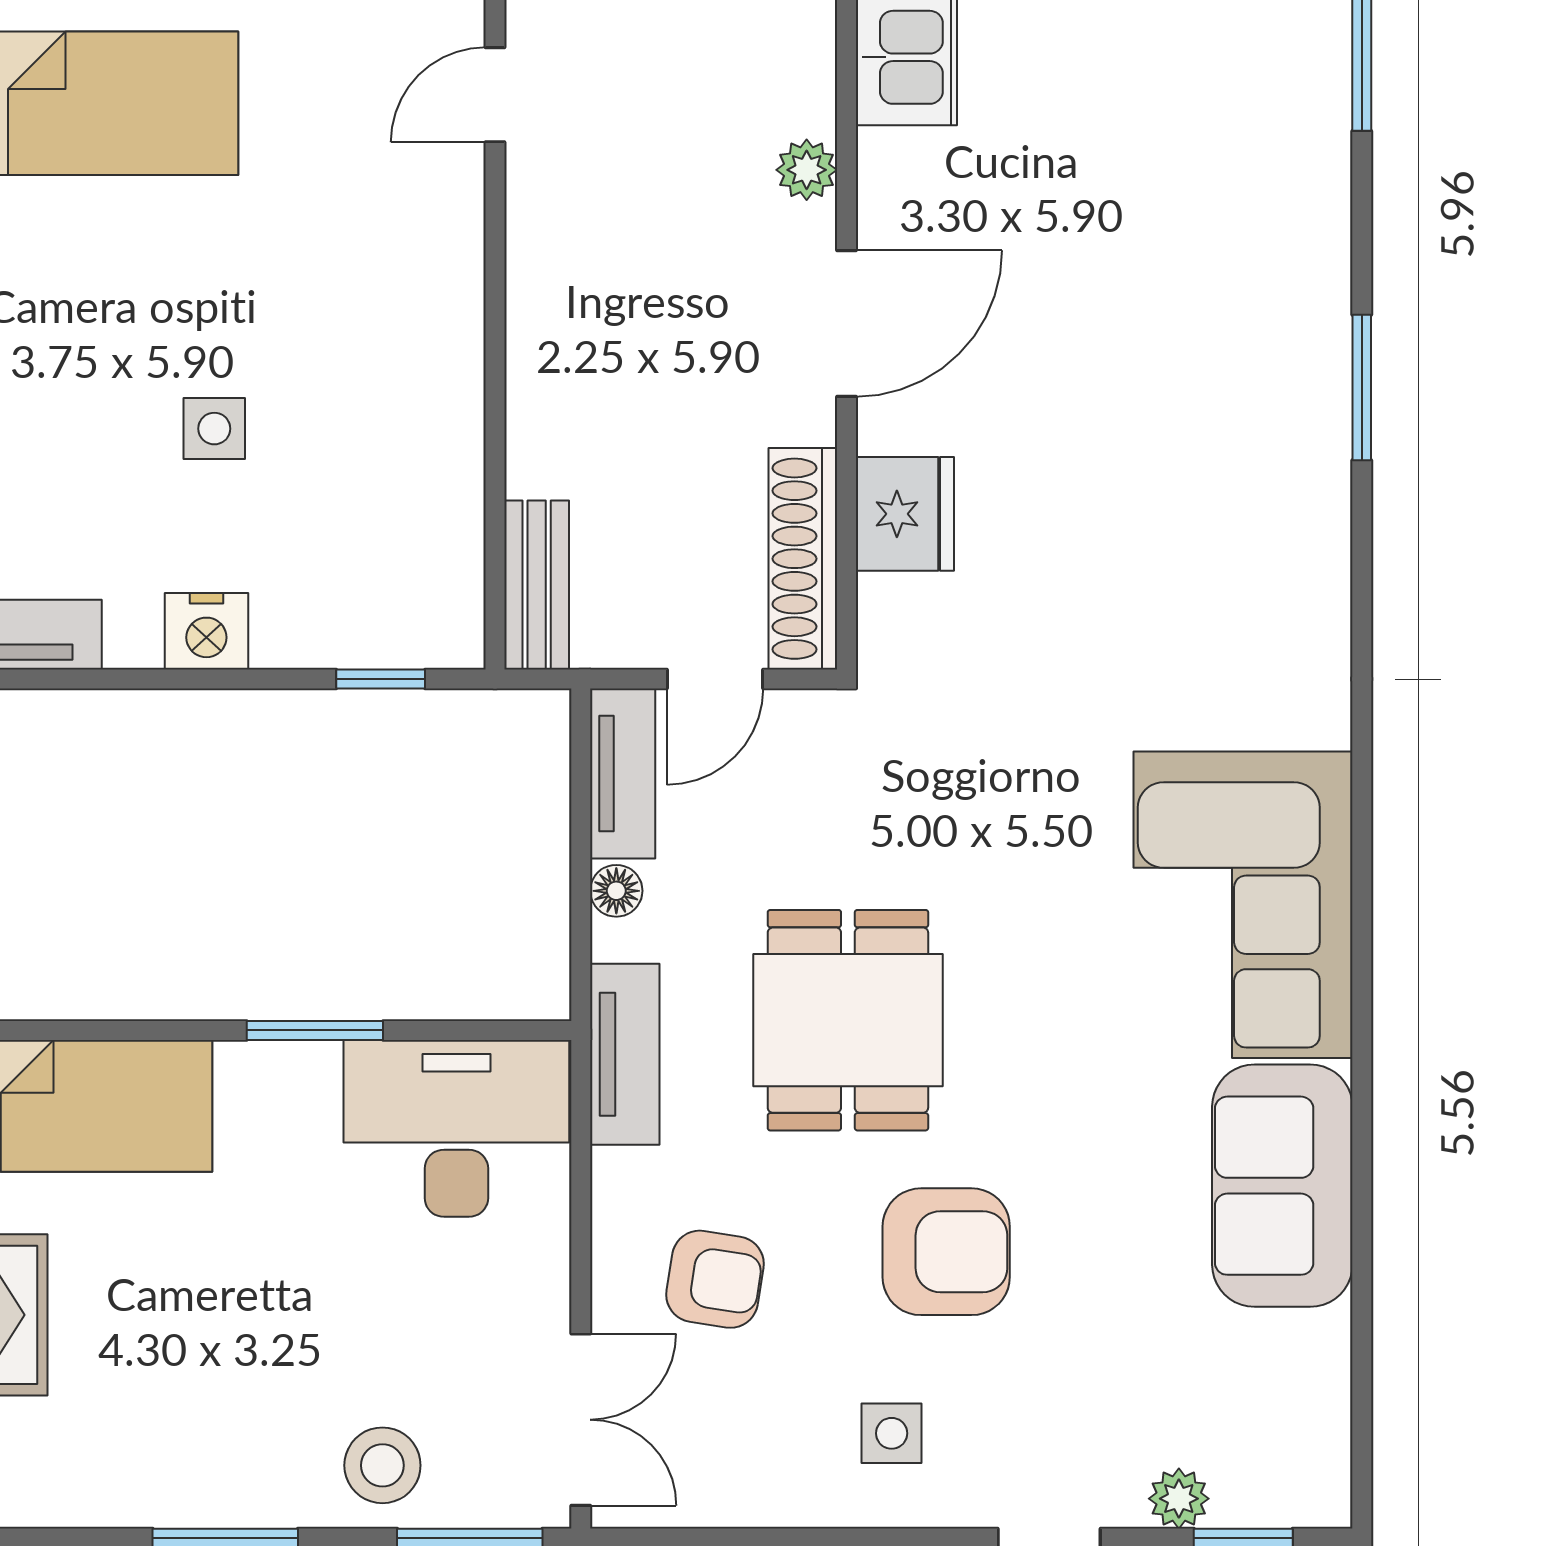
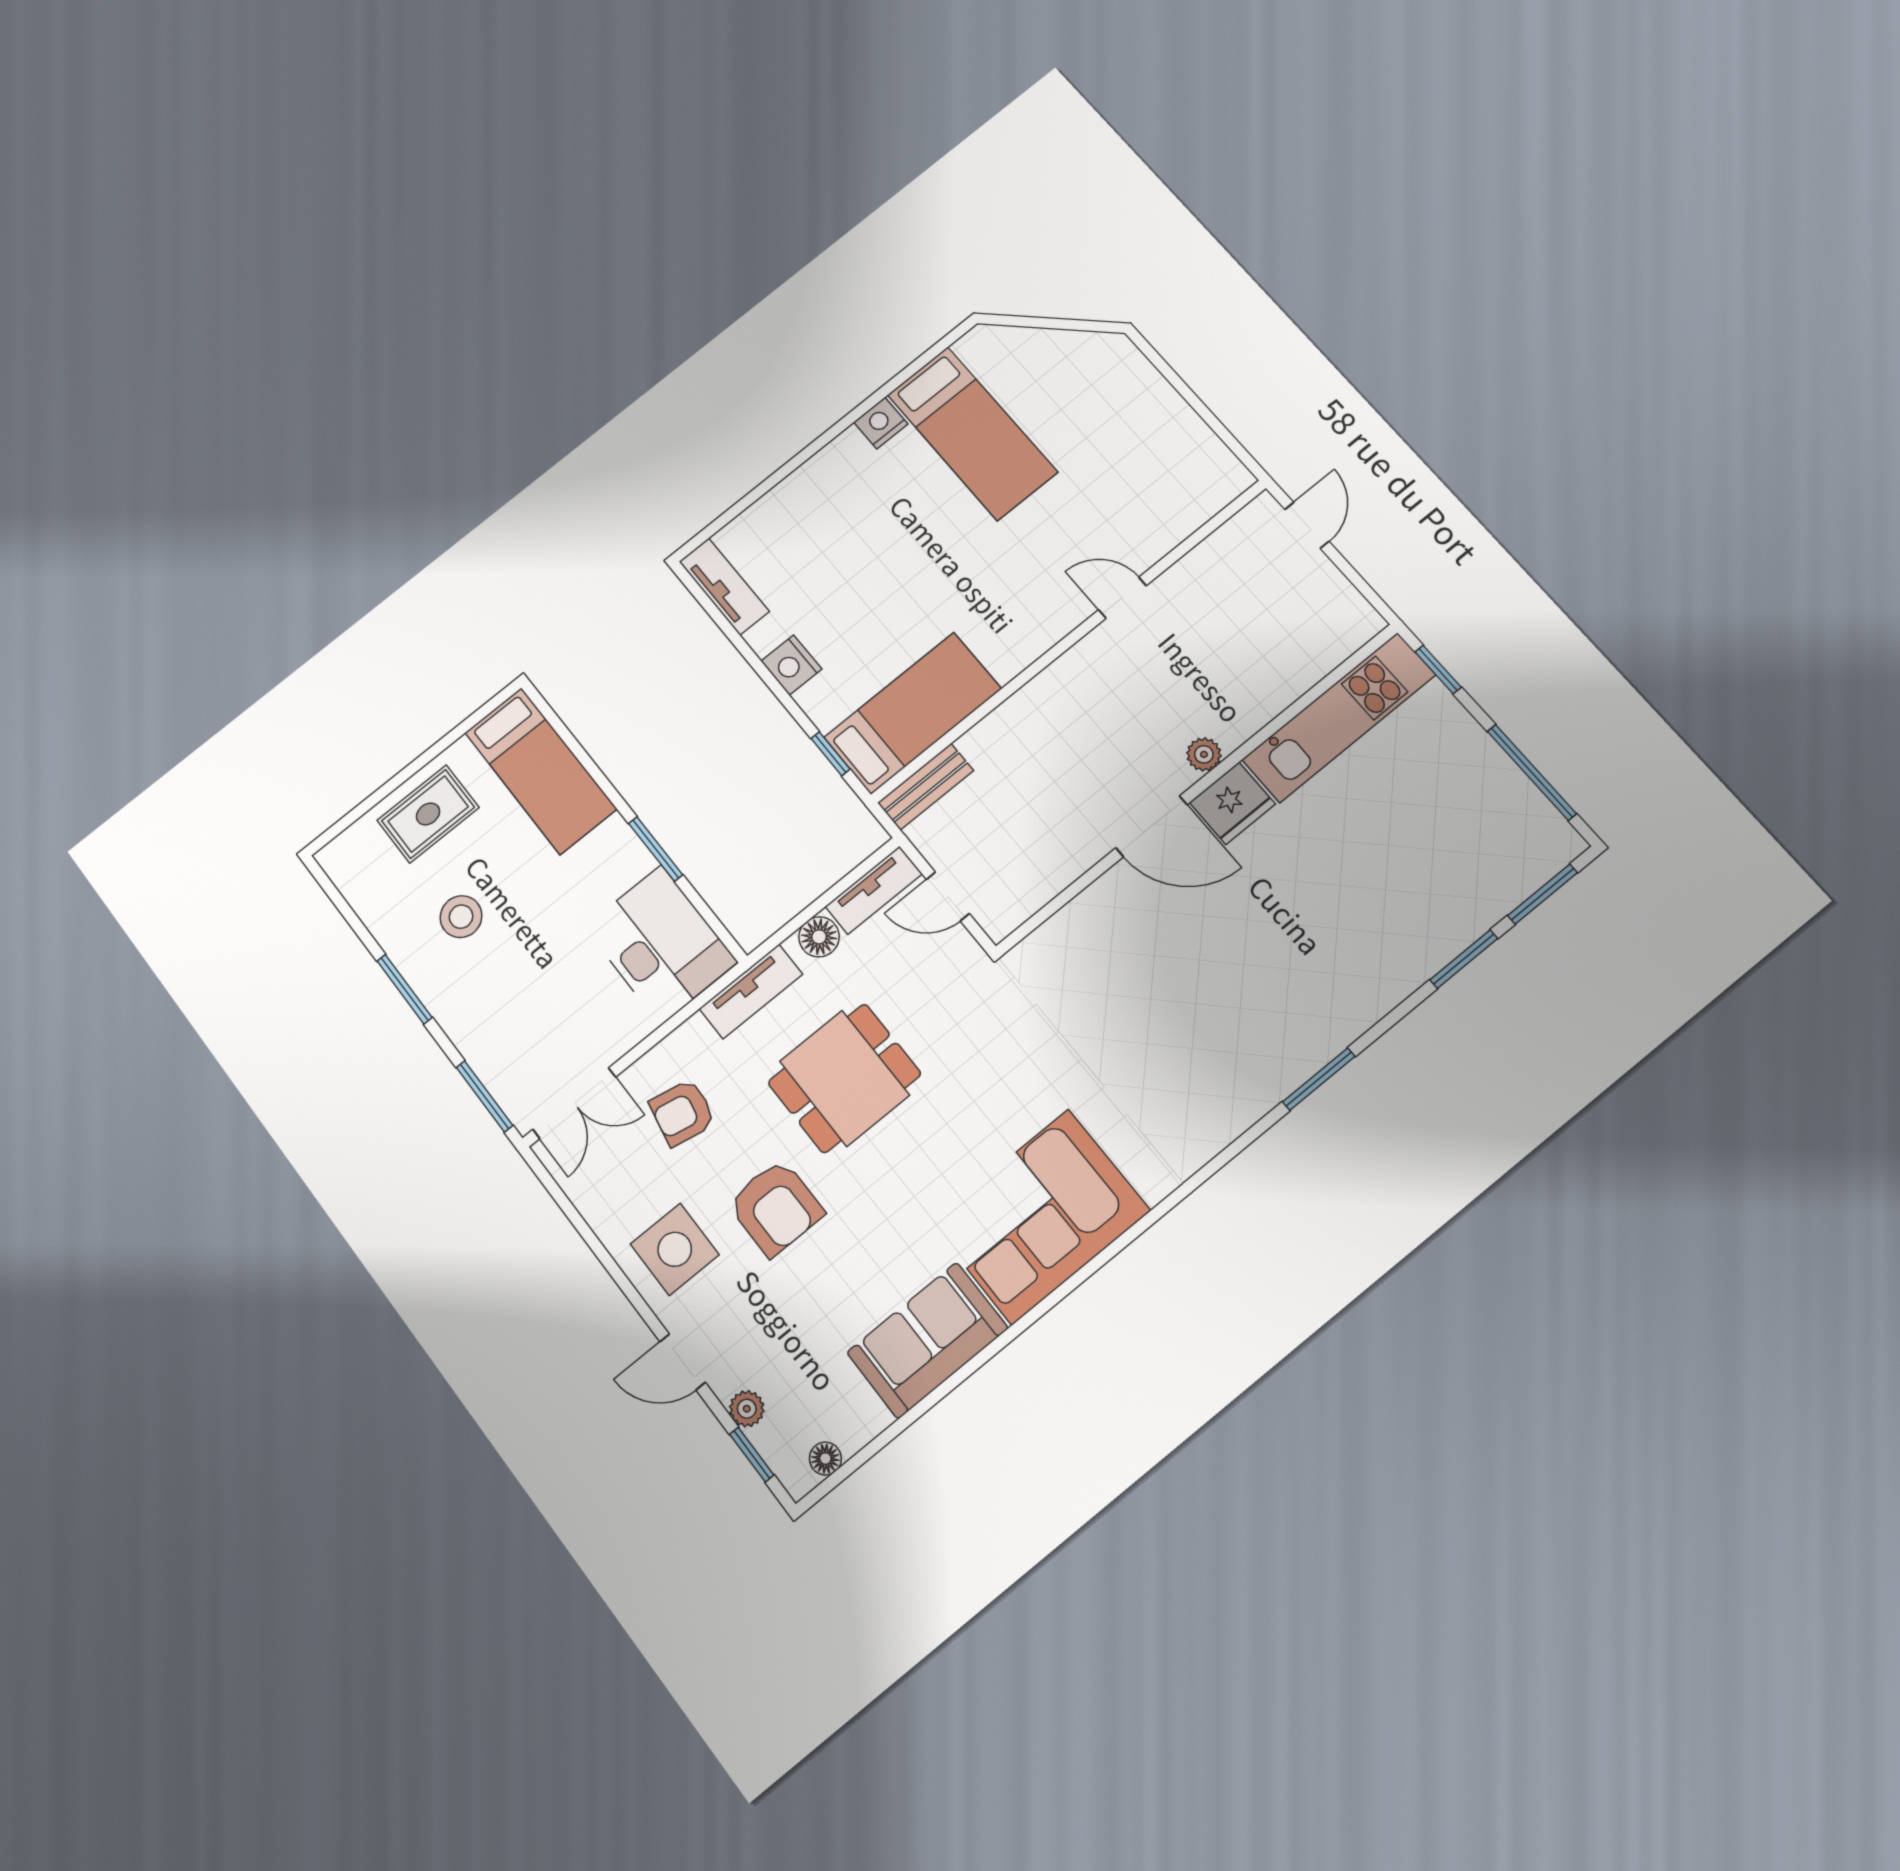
side table: (214, 429) -> (881, 598), removed
fridge: (905, 514) -> (1232, 803), moved
bed: (418, 518) -> (913, 713), added
shoe rack: (803, 559) -> (1032, 892), removed
floor lamp: (616, 891) -> (819, 937), width x1.37, depth x1.37
armchair: (715, 1279) -> (682, 1113), turned 92
side table: (892, 1433) -> (675, 1249), width x1.87, depth x1.87
floor lamp: (1326, 1443) -> (825, 1459), added
stool: (382, 1465) -> (461, 917), moved

